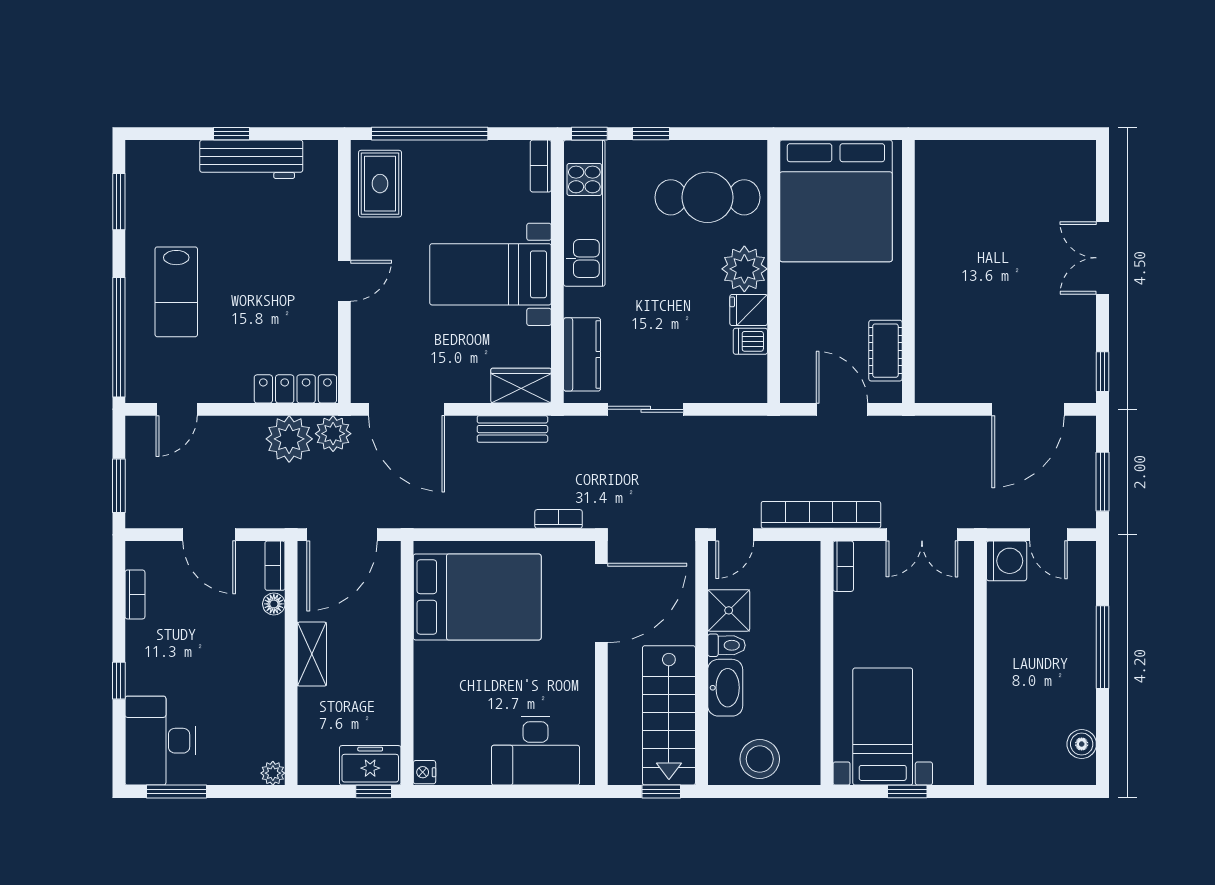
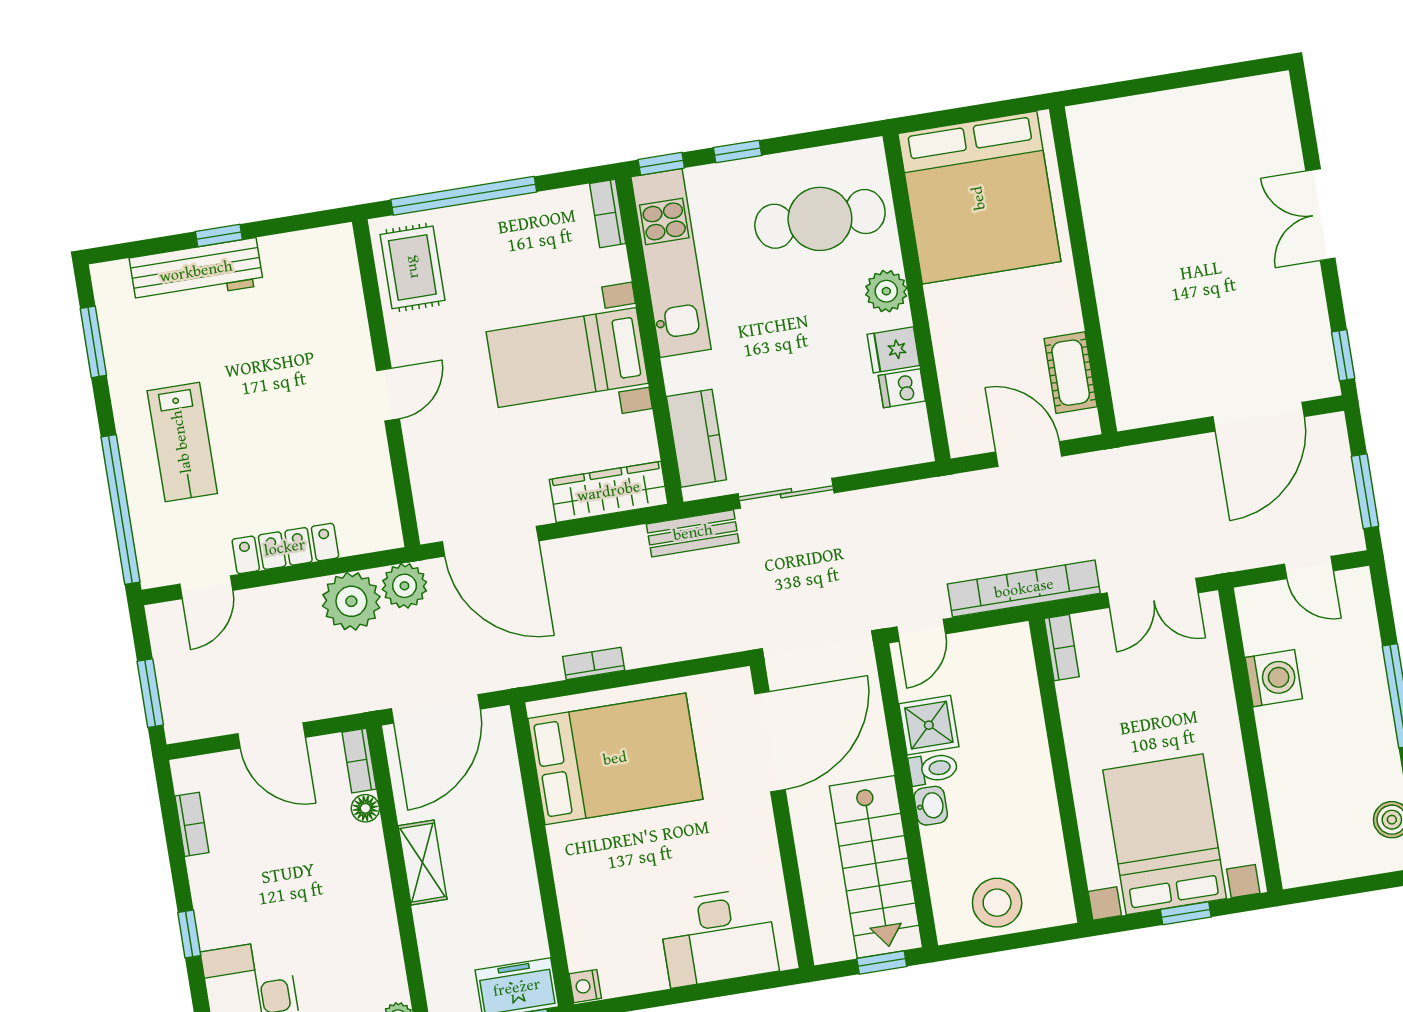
workbench: (251, 159) -> (196, 272), moved
plant: (744, 269) -> (886, 291), width x0.73, depth x0.73
wardrobe: (521, 386) -> (609, 492), width x1.50
locker: (295, 389) -> (285, 548), moved
bench: (512, 429) -> (693, 533), moved
bookcase: (559, 519) -> (594, 663), moved
washing machine: (1007, 561) -> (1274, 678), moved
washbasin: (725, 688) -> (931, 806), width x0.52, depth x0.69
bed with nightstands: (883, 727) -> (1165, 834), width x1.36

